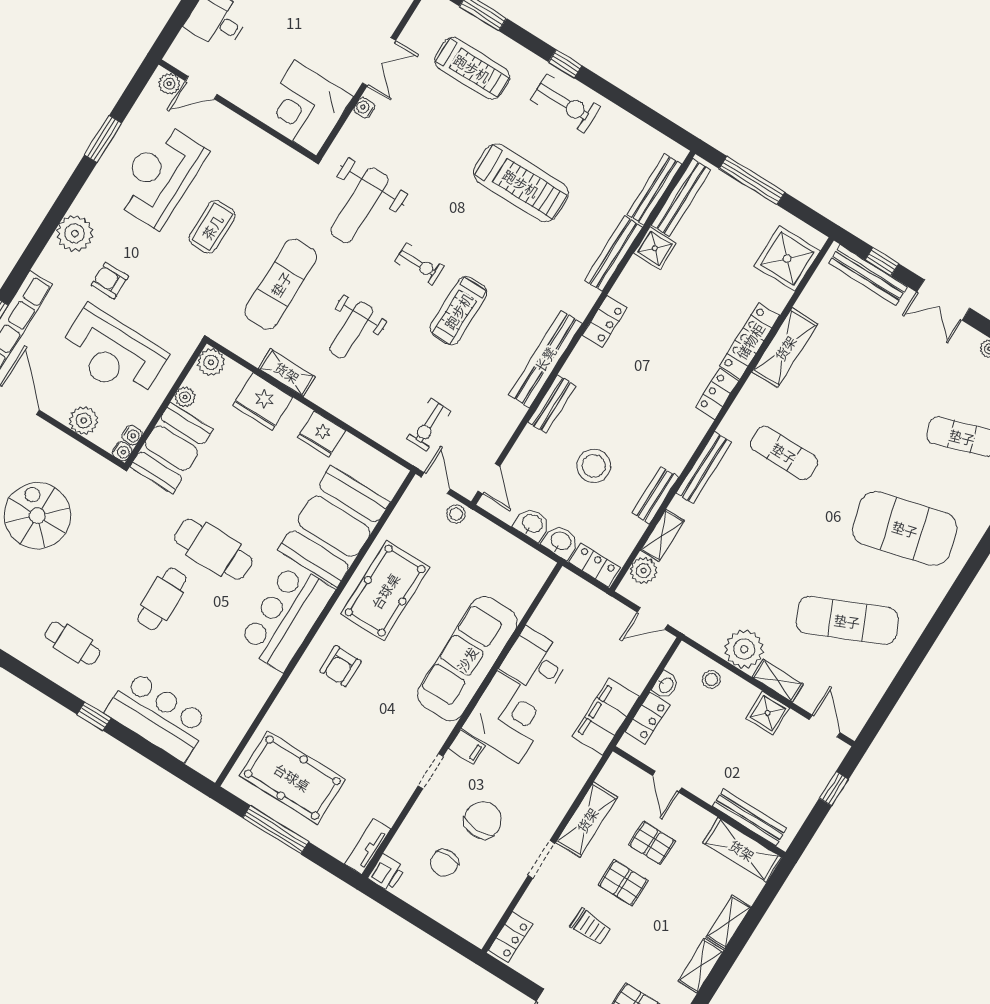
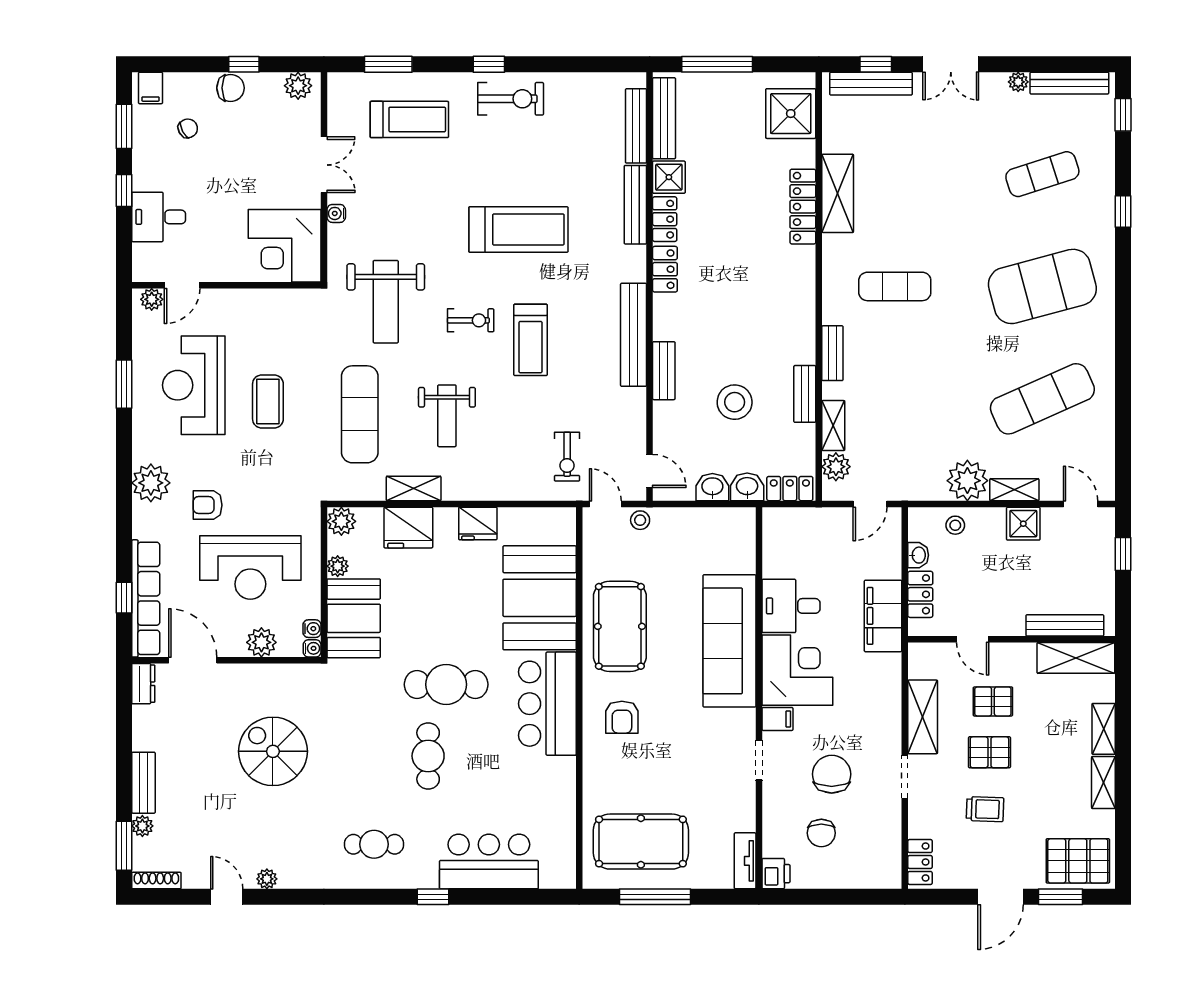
treadmill: (521, 183) -> (518, 229), moved
locker: (717, 394) -> (665, 219), moved, turned 180
bench: (704, 468) -> (832, 353), width x0.73

